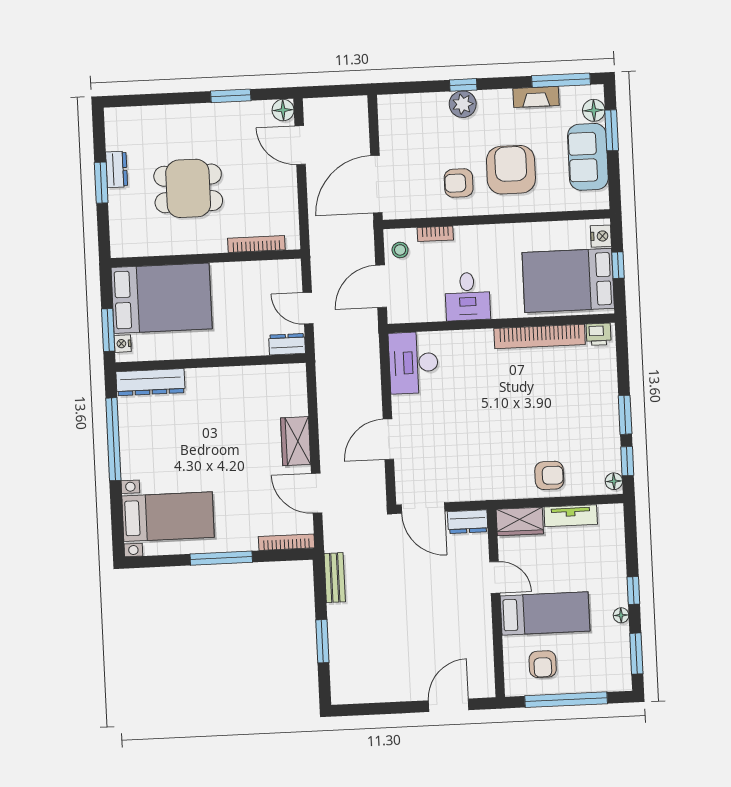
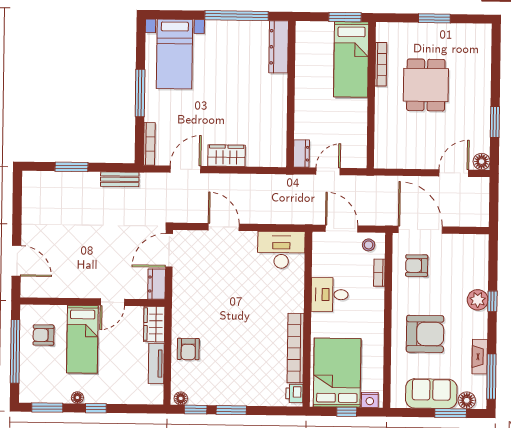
dresser: (117, 169) -> (444, 31), removed
armchair: (459, 183) -> (417, 266), moved, turned -90
bookcase: (256, 244) -> (381, 64), moved
bed: (162, 298) -> (351, 59), width x0.67
window: (108, 330) -> (345, 17), moved
nightstand: (123, 344) -> (310, 27), removed

